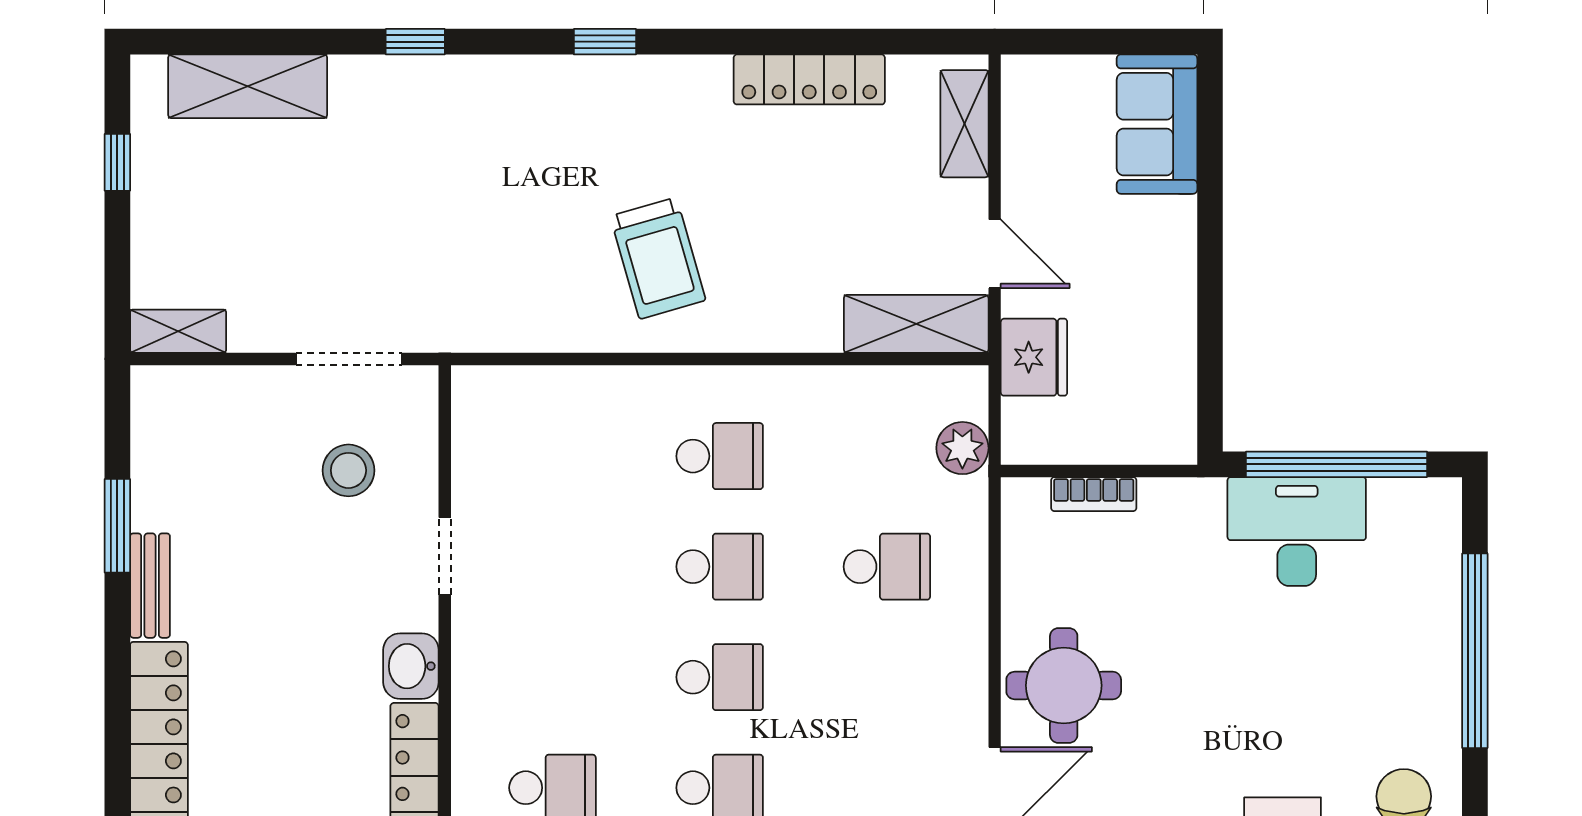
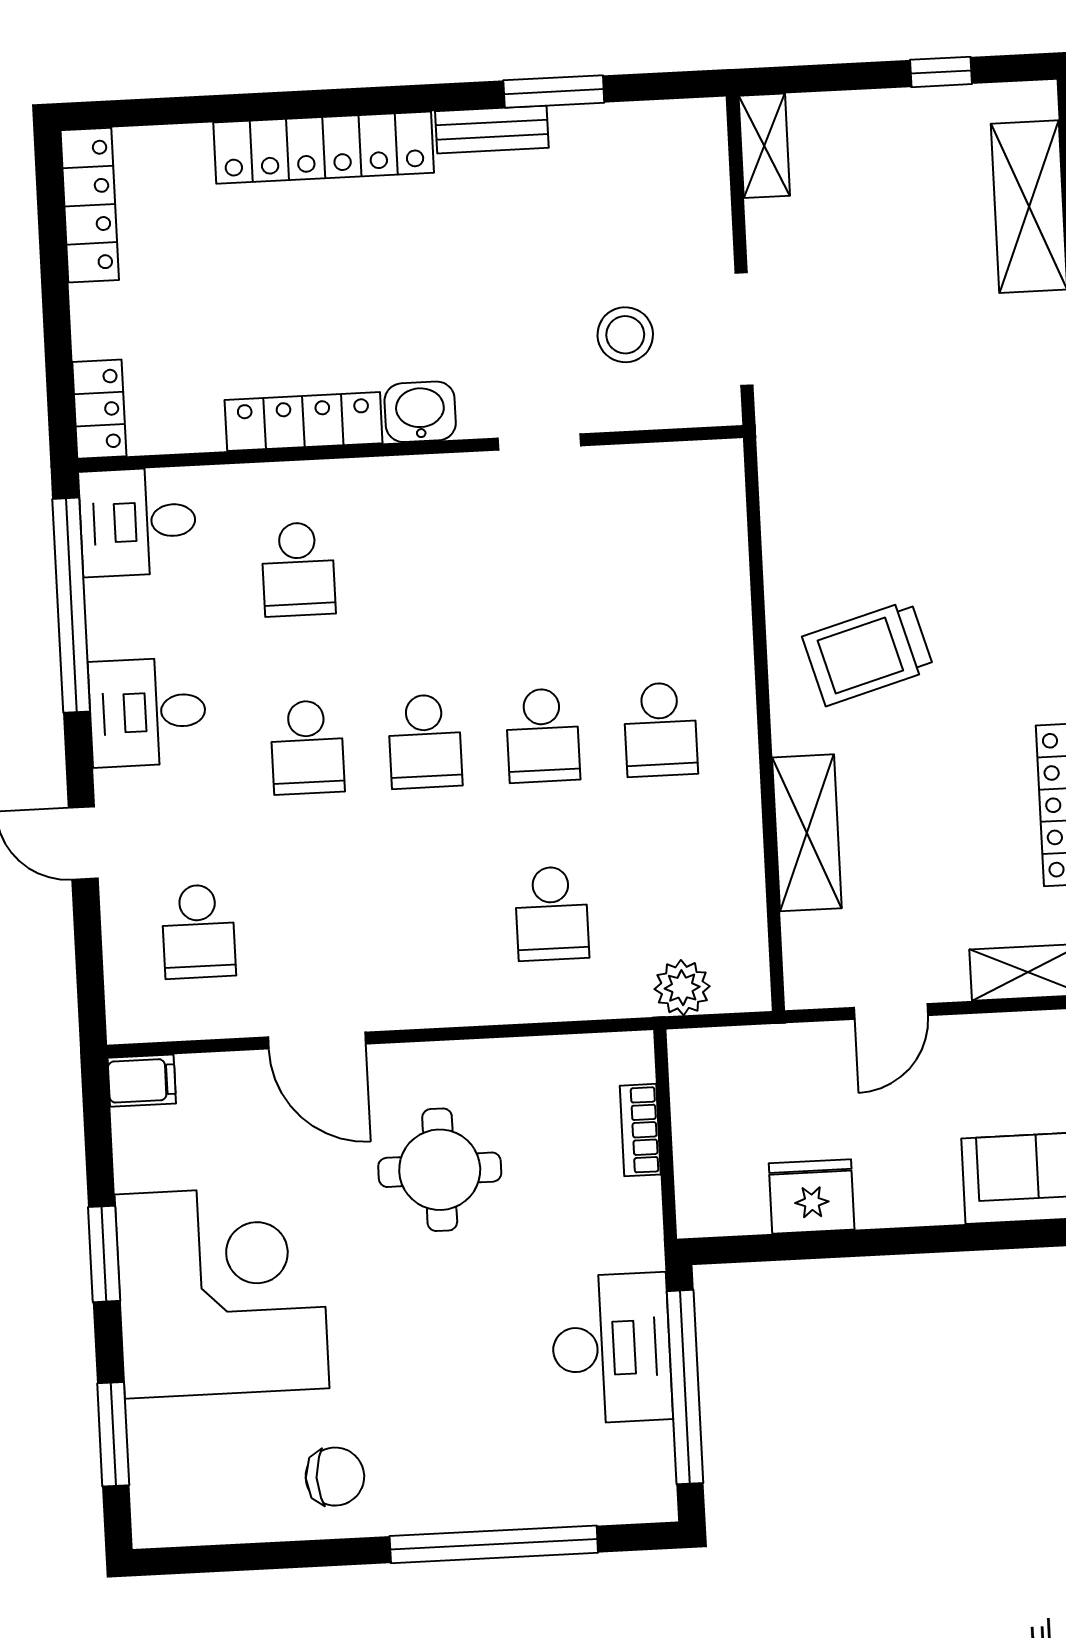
shelving: (916, 324) -> (807, 833), moved
fridge: (1034, 357) -> (812, 1196), moved, turned 180
round table: (1064, 685) -> (440, 1170), moved

